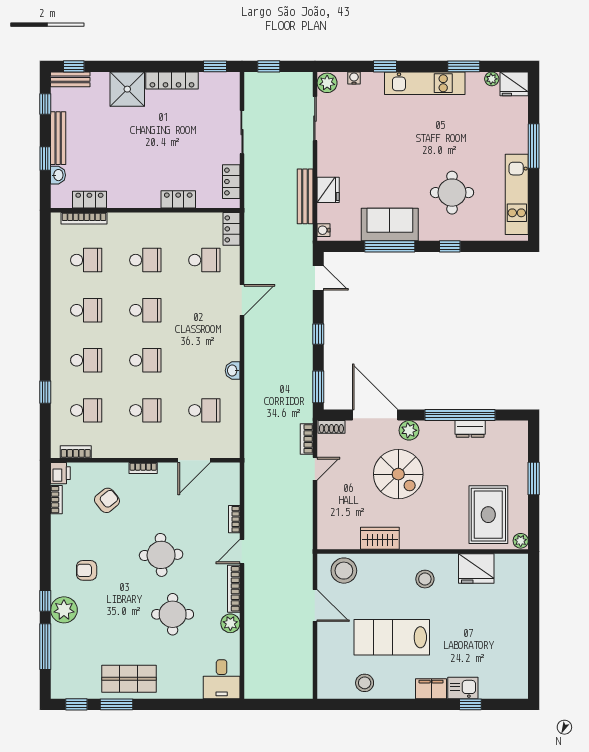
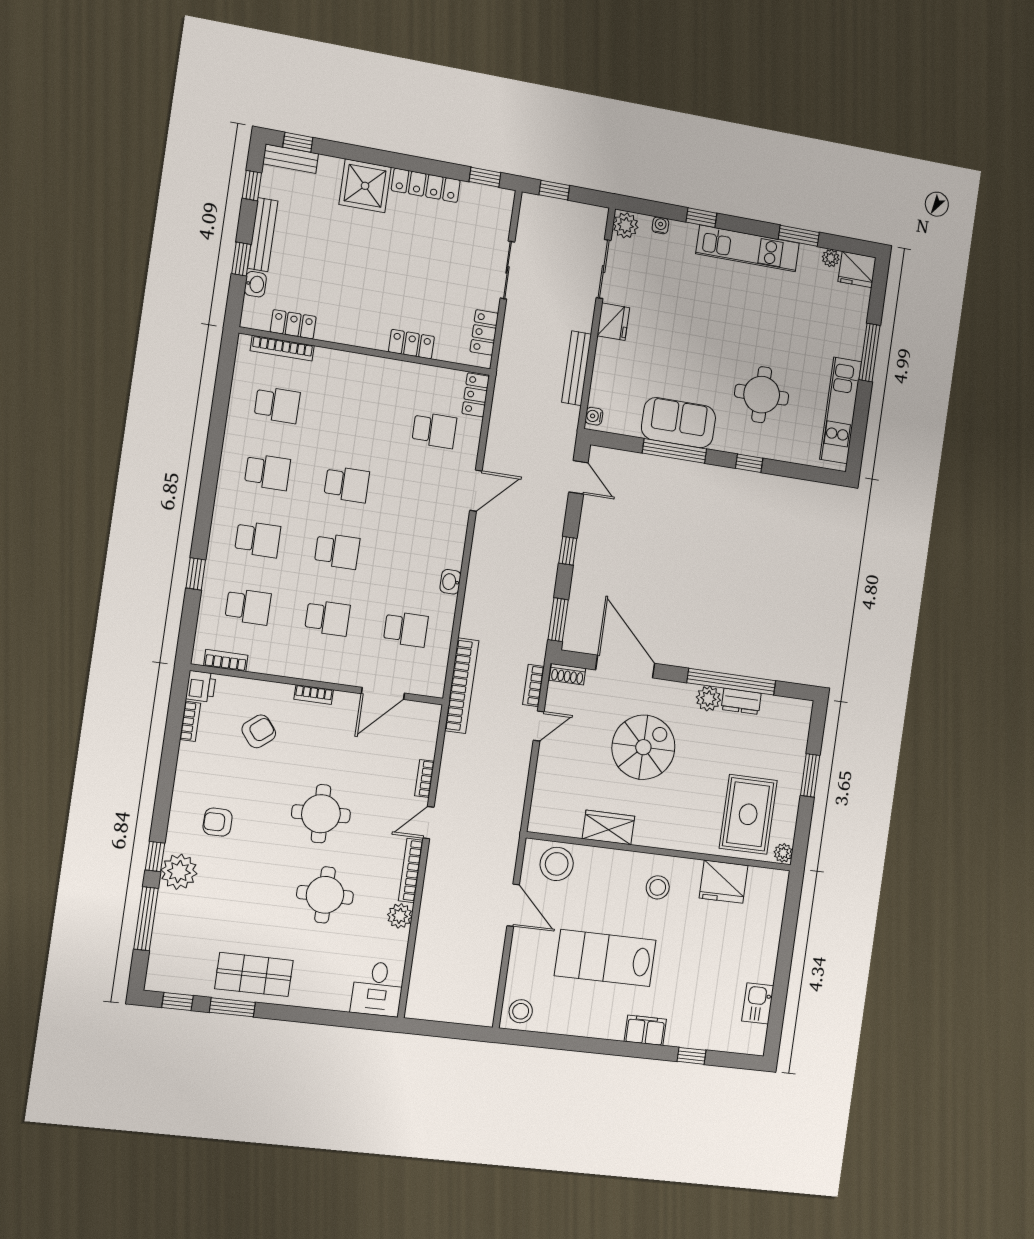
fridge: (328, 190) -> (613, 322), moved
school desk: (145, 260) -> (356, 418), removed
plant: (409, 430) -> (708, 699), moved
bookcase: (252, 446) -> (462, 686), added
spiral stairs: (398, 474) -> (643, 747), turned -90
stool: (365, 683) -> (521, 1011), moved
kitchen sink: (463, 688) -> (758, 1003), moved, turned -90

